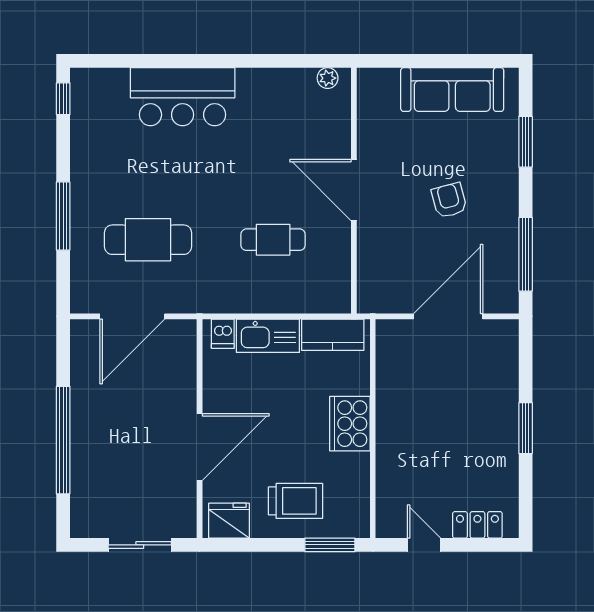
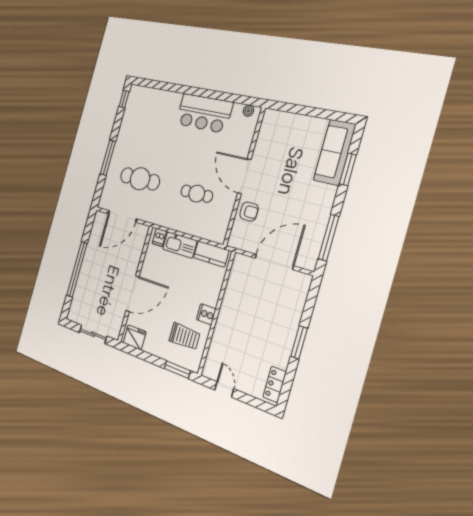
sofa: (452, 90) -> (335, 152), moved, turned 90
bar counter: (183, 97) -> (204, 113), moved
armchair: (449, 200) -> (249, 212), moved, turned 105
cooker: (350, 424) -> (206, 314), width x0.53, depth x0.76
trolley: (295, 501) -> (184, 336), moved
locker: (477, 525) -> (275, 384), moved, turned -90

